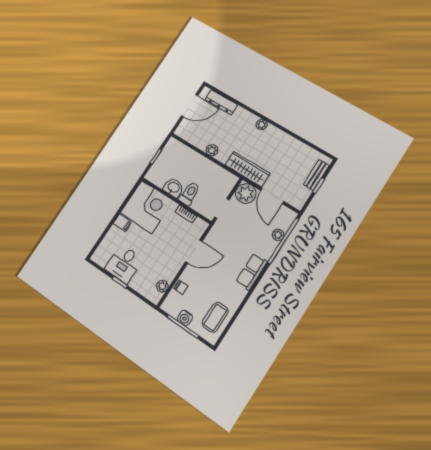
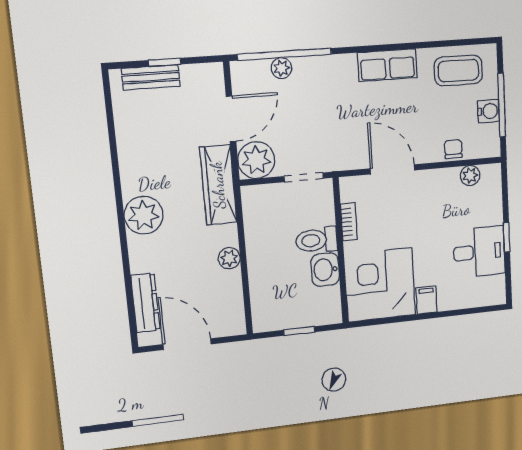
plant: (262, 125) -> (144, 215), width x1.87, depth x1.87
row of seats: (252, 271) -> (387, 65), moved

